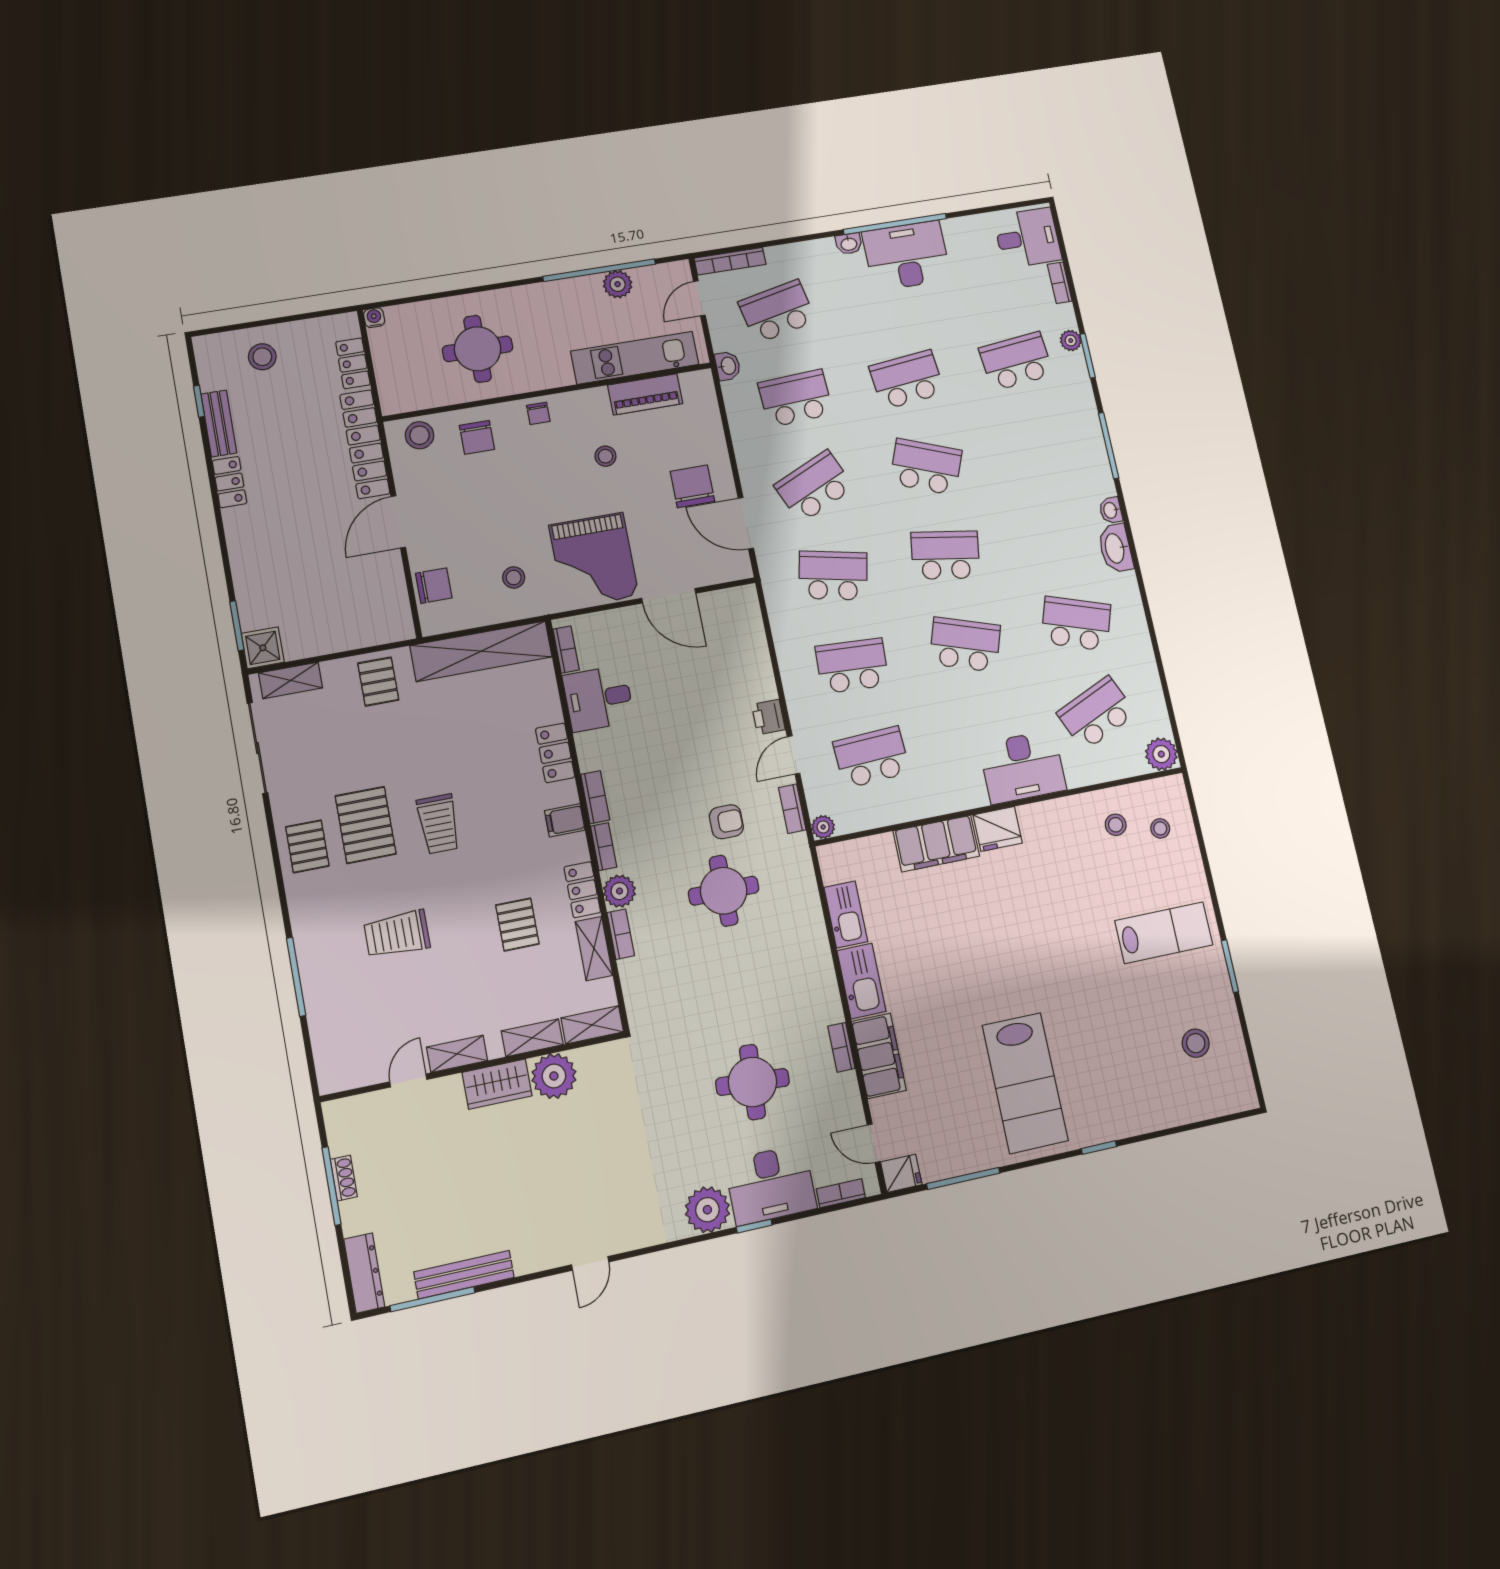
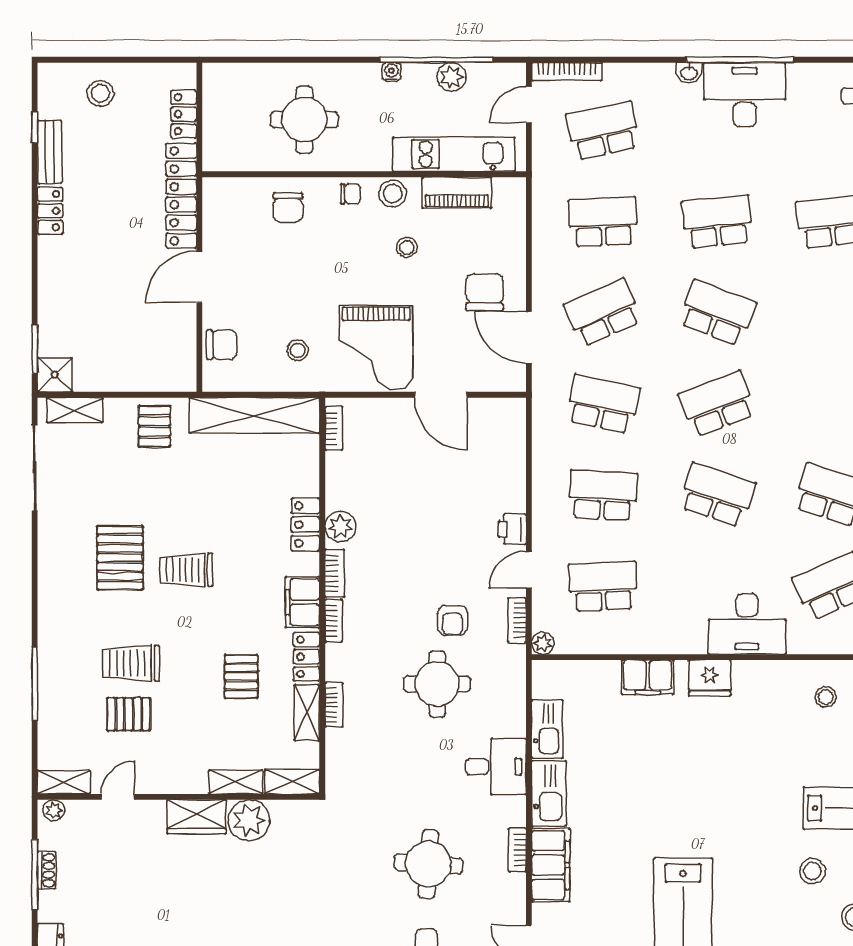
water cooler: (374, 318) -> (391, 72), moved
washbasin: (728, 366) -> (543, 178), removed
chair: (538, 413) -> (351, 194), turned -90
stool: (420, 435) -> (393, 194), moved
school desk: (945, 555) -> (717, 404), turned -30
desk: (599, 698) -> (496, 767), moved, turned 180
filing cabinet: (565, 820) -> (302, 602), width x2.00
armchair: (726, 822) -> (453, 620), turned 90
trolley: (438, 824) -> (186, 570), turned 90
filing cabinet: (936, 844) -> (648, 677), width x0.67, depth x0.86
pallet: (307, 846) -> (129, 714), moved, turned 90
plant: (619, 891) -> (340, 527), moved
stool: (1143, 1005) -> (812, 871), added
shelving: (457, 1054) -> (64, 782), moved
plant: (340, 1110) -> (54, 810), added

